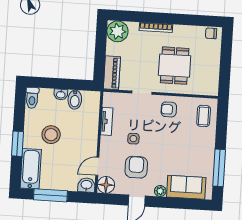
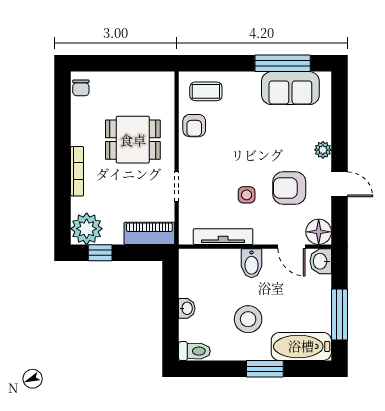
window: (101, 39) -> (100, 253), added
bidet: (75, 100) -> (252, 263), moved, turned 90
armchair: (169, 109) -> (194, 126), moved
tv unit: (107, 121) -> (223, 237), width x1.41
sofa: (186, 187) -> (290, 88), moved, turned -90

